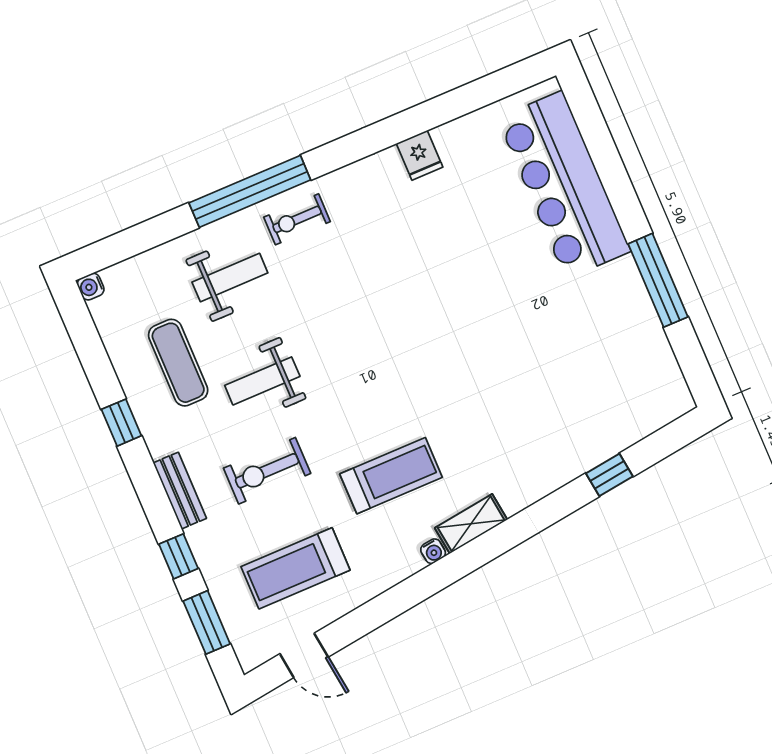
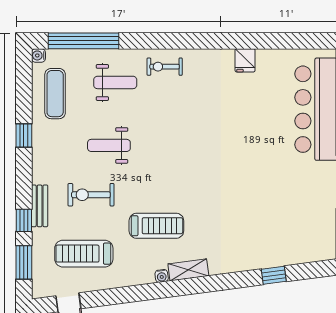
window: (250, 191) -> (83, 41), moved
exercise mat: (178, 363) -> (55, 94), moved
bench: (180, 491) -> (40, 206), moved

